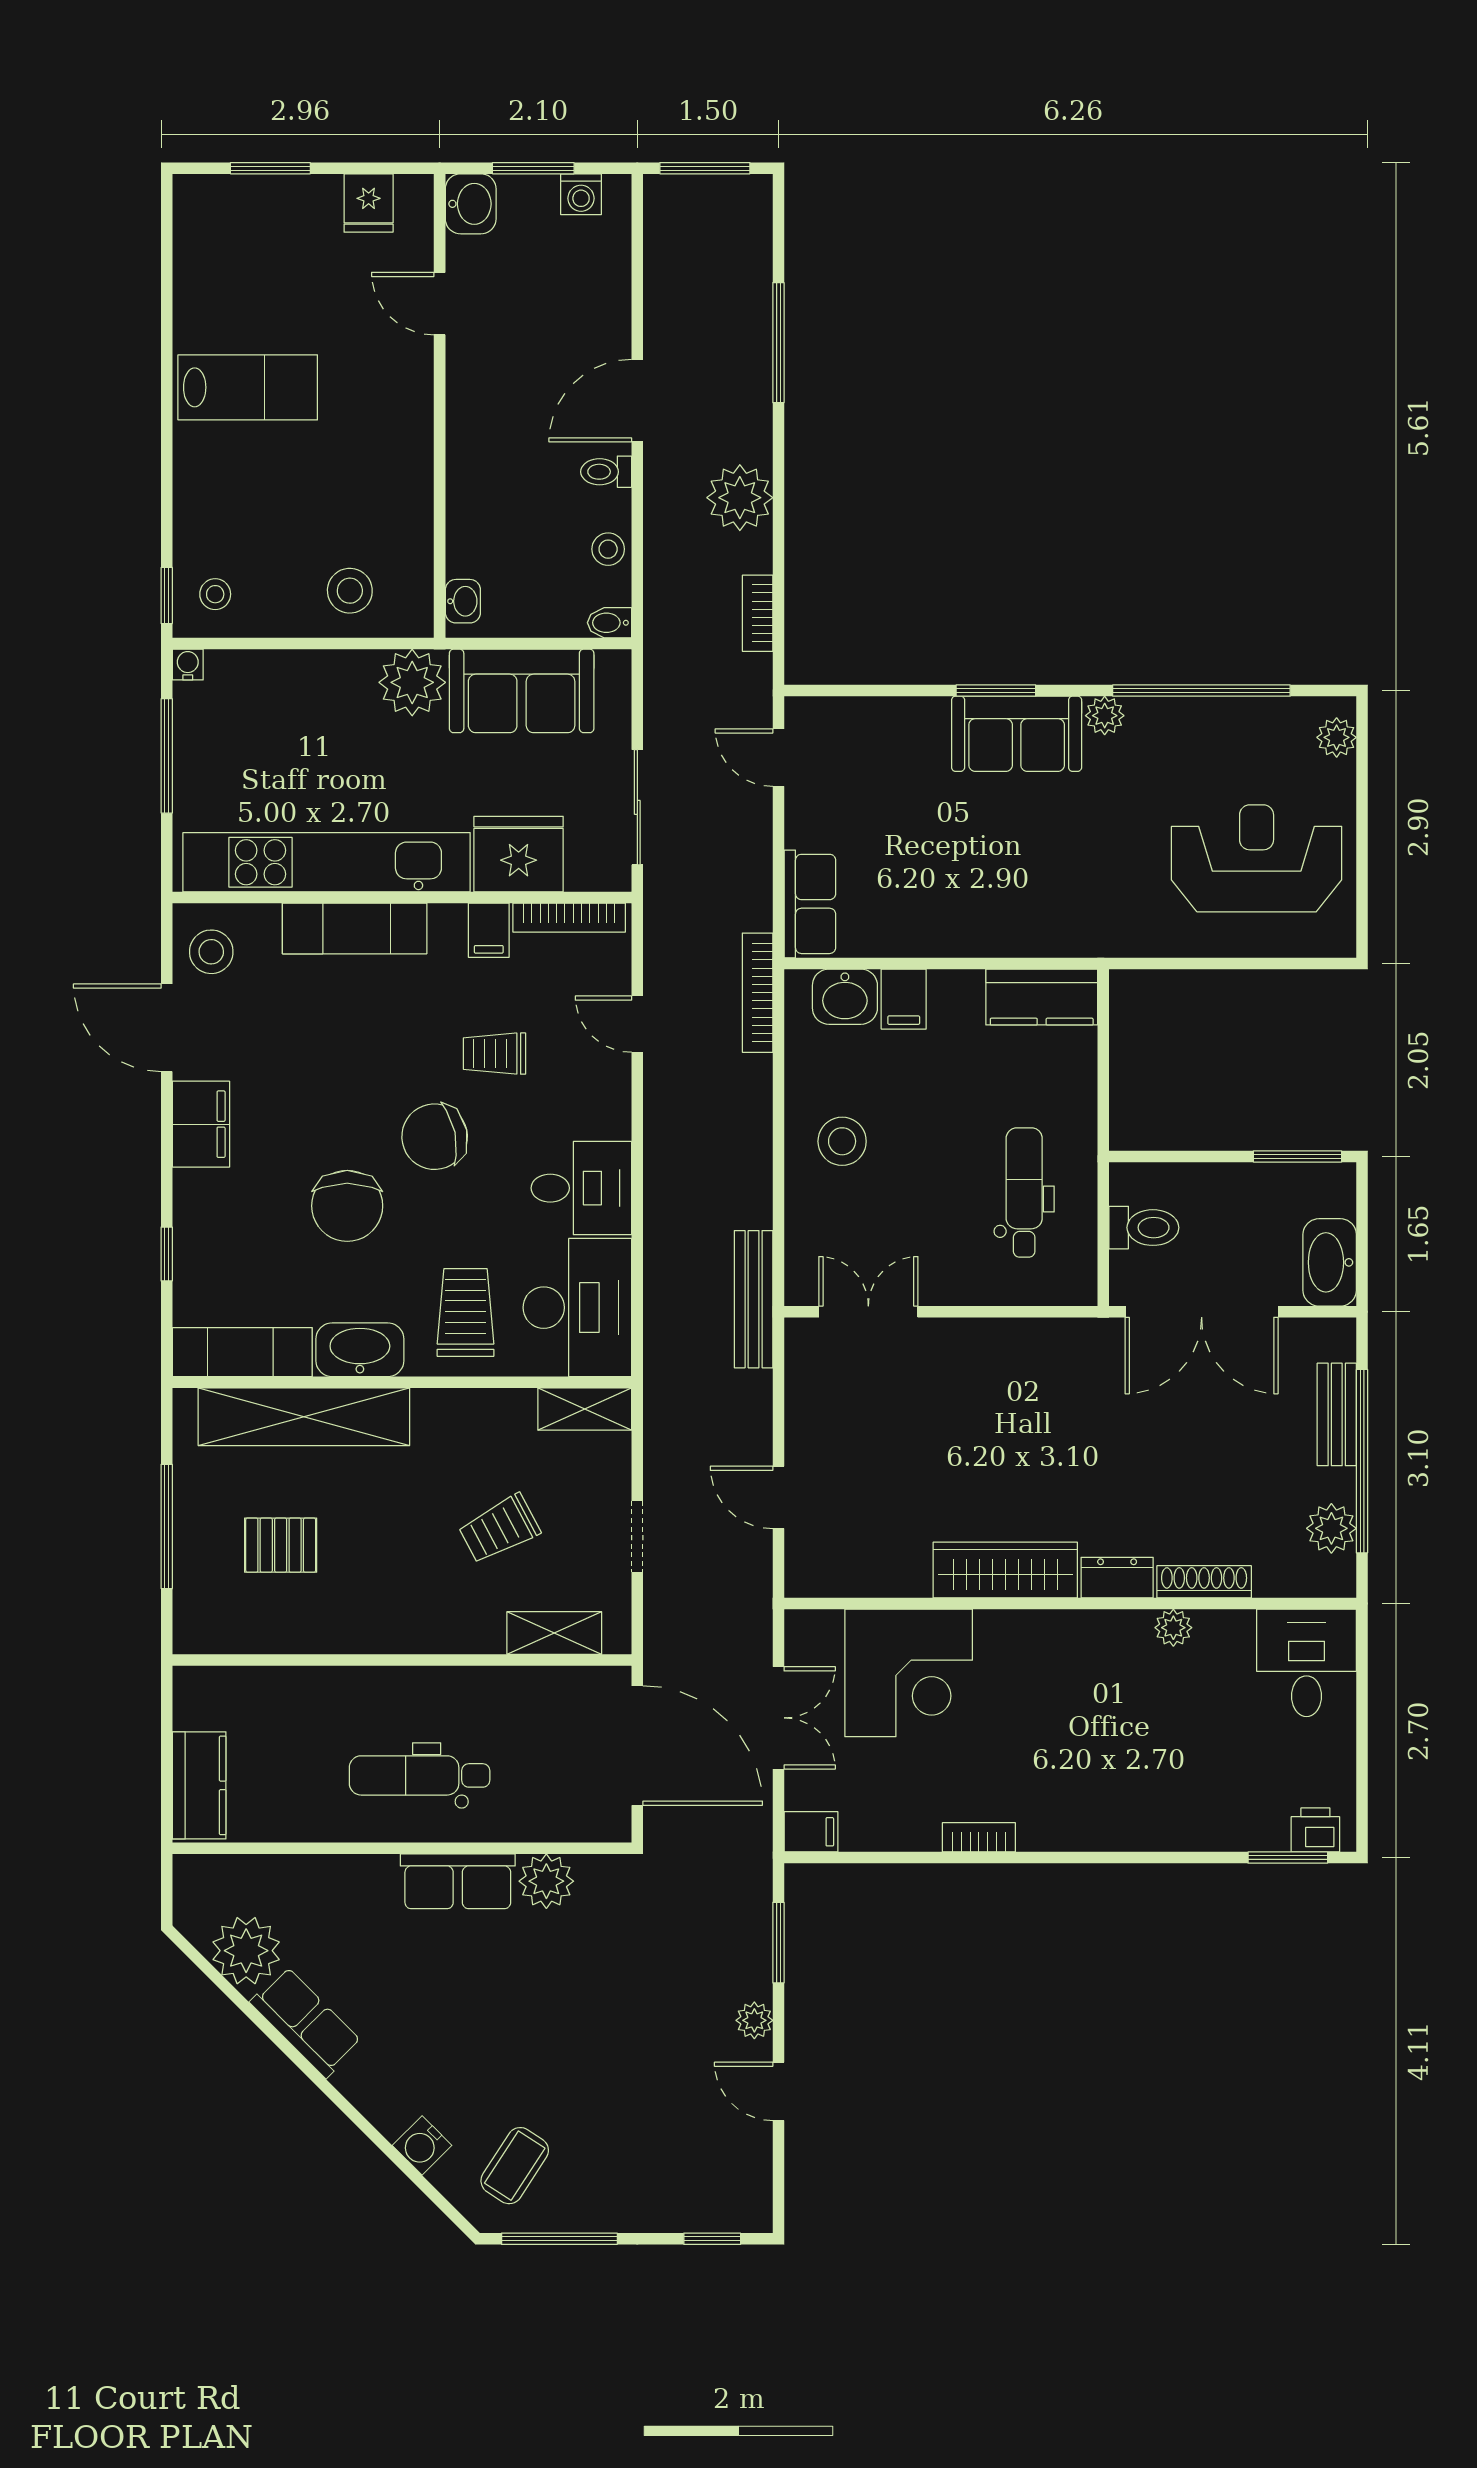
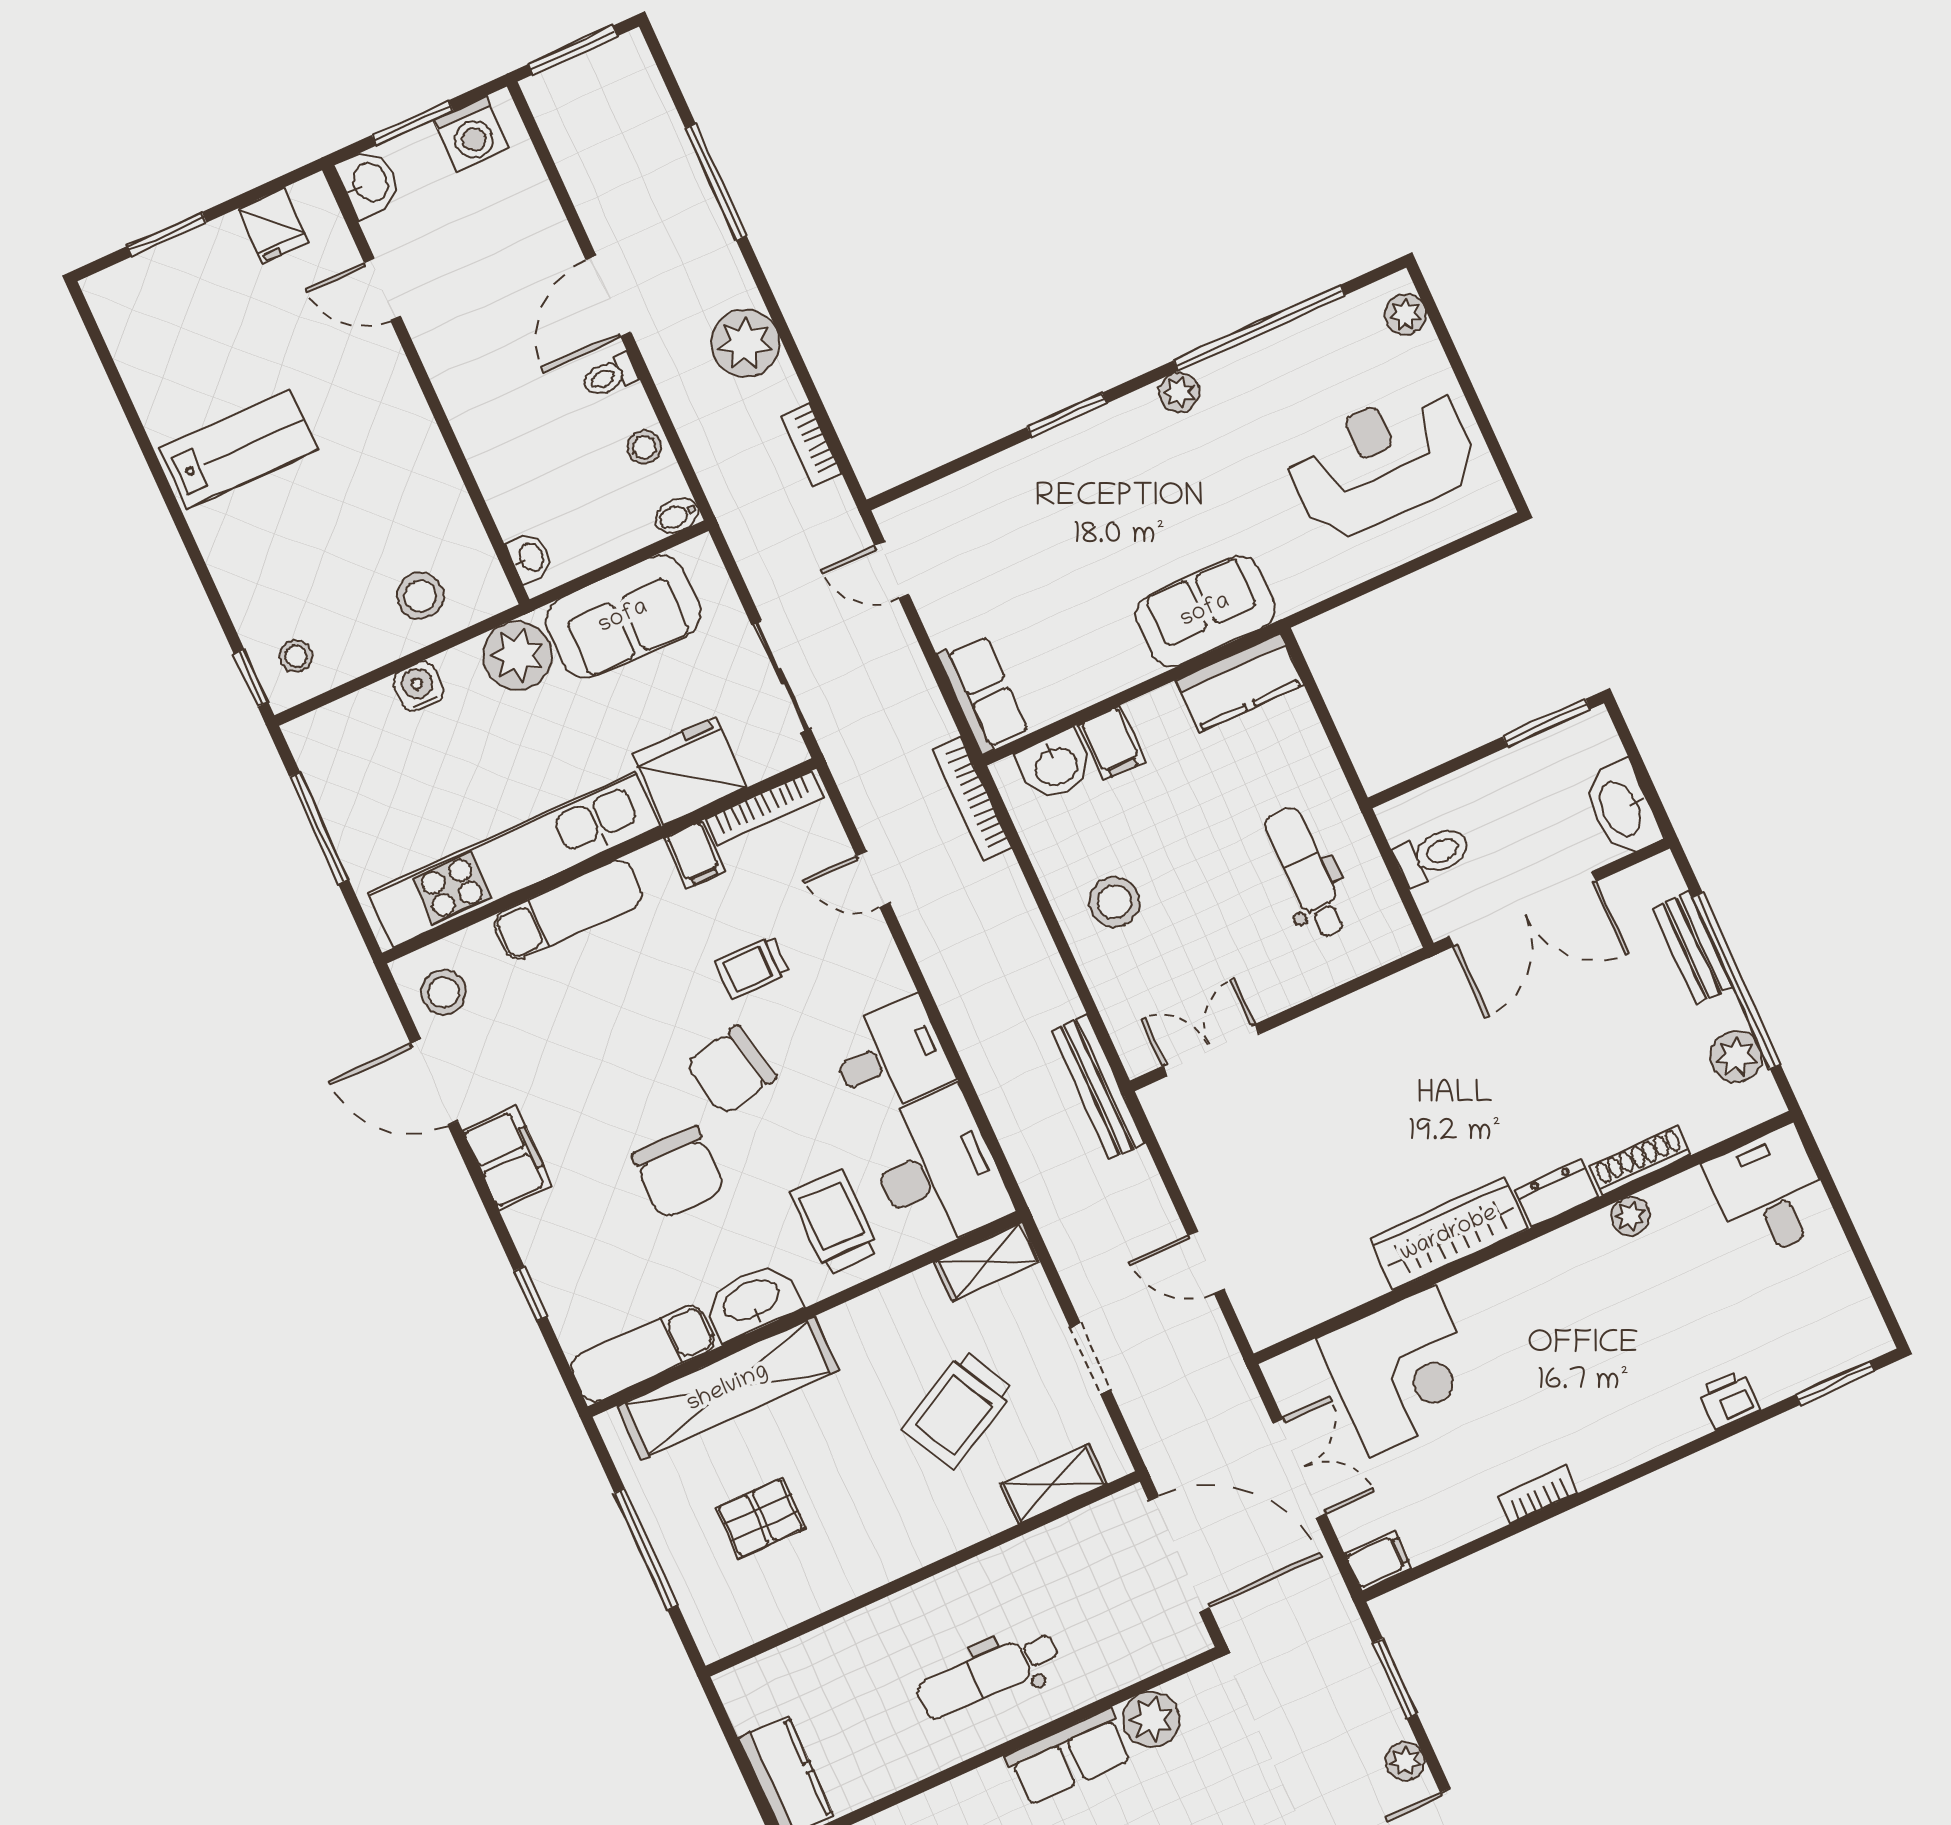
washing machine: (581, 194) -> (472, 134), width x1.38, depth x1.38
water cooler: (188, 665) -> (418, 687), moved, width x1.38, depth x1.38
sofa: (1017, 734) -> (1205, 611), moved, turned 180
trolley: (499, 1529) -> (958, 1410), width x1.36, depth x1.39
printer: (1315, 1830) -> (1729, 1400), moved

